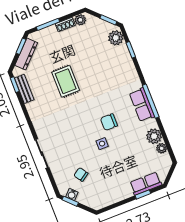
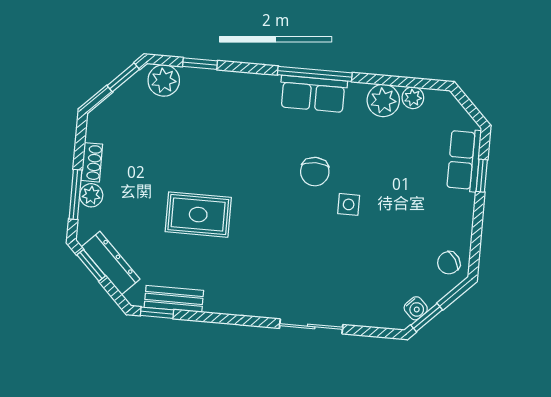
plant: (80, 20) -> (91, 195), moved
chair: (81, 174) -> (449, 263), moved

